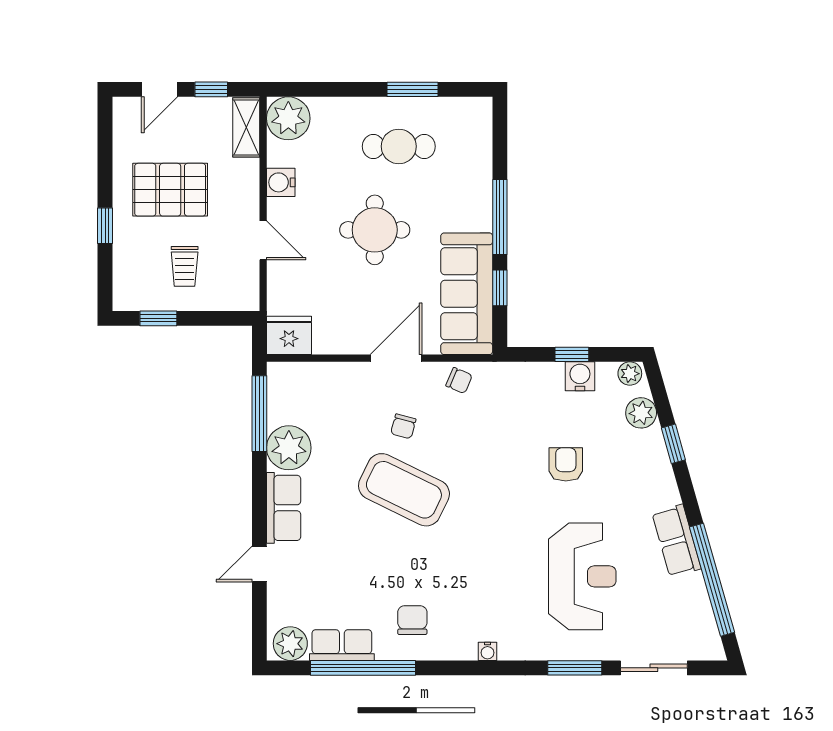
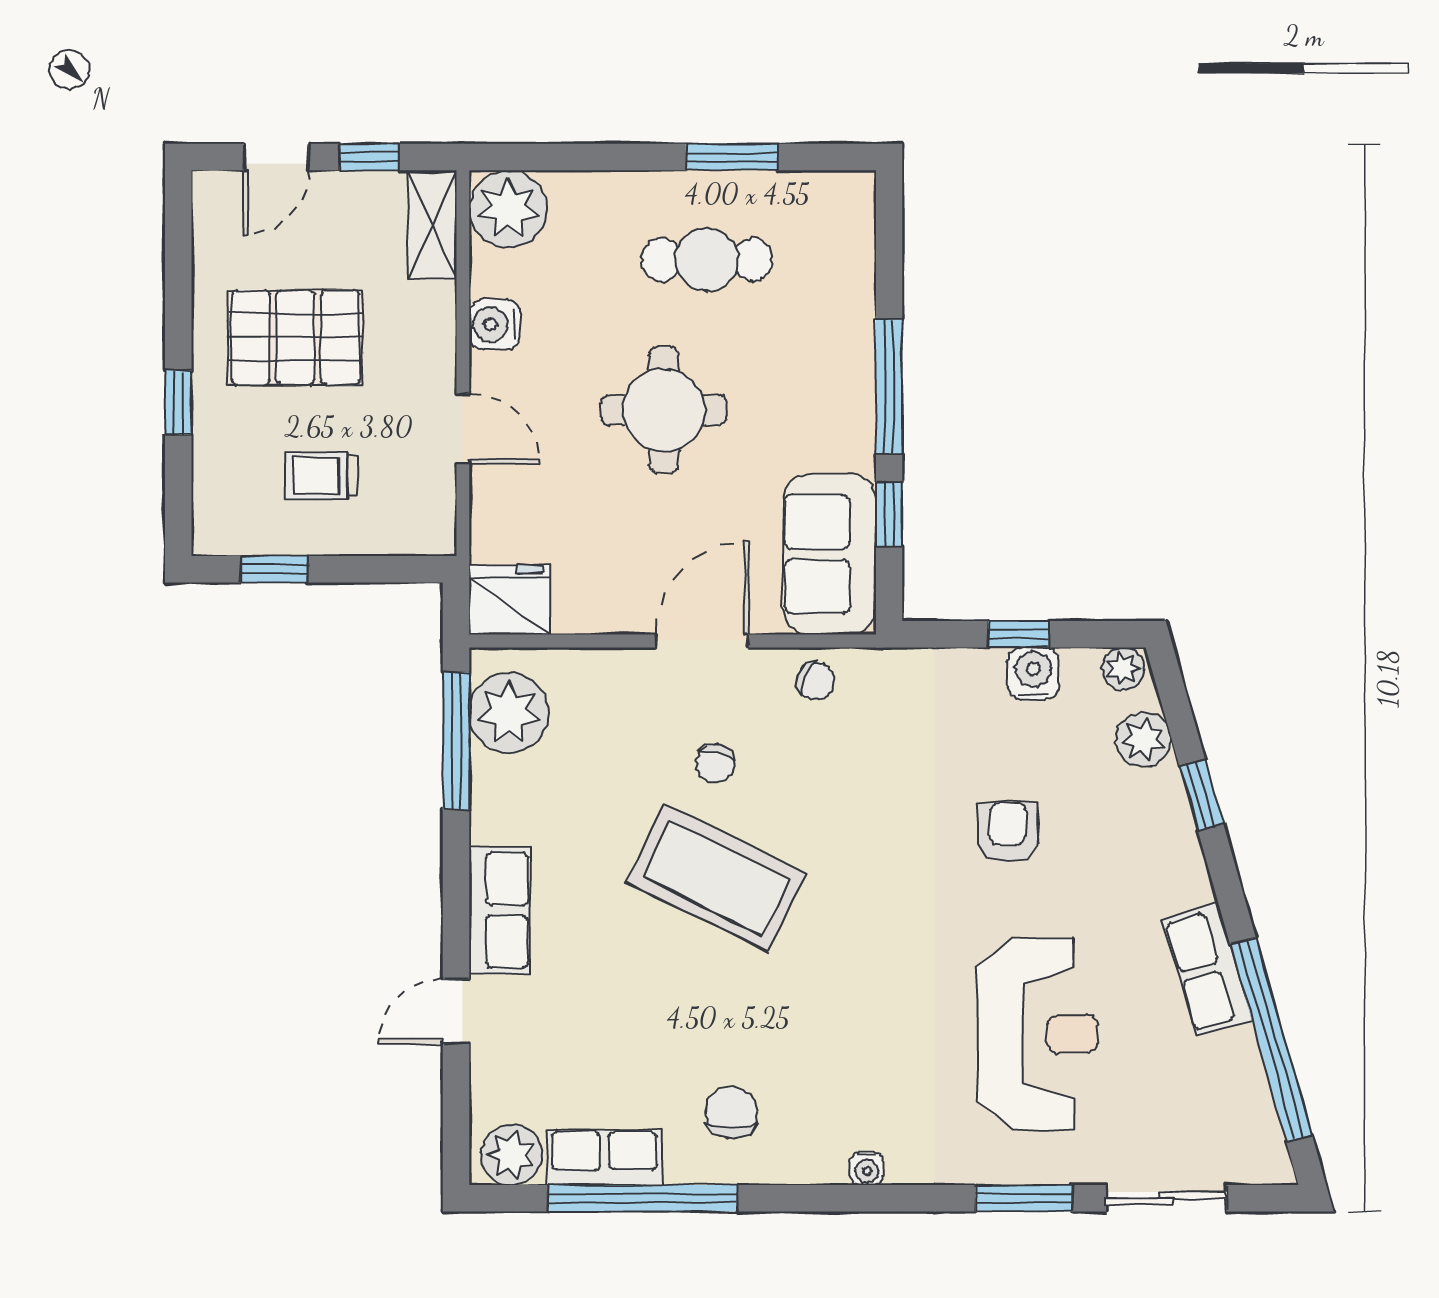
trolley: (185, 266) -> (321, 476), turned 90
sofa: (467, 294) -> (829, 554), width x0.73
plant: (289, 448) -> (509, 713), moved

